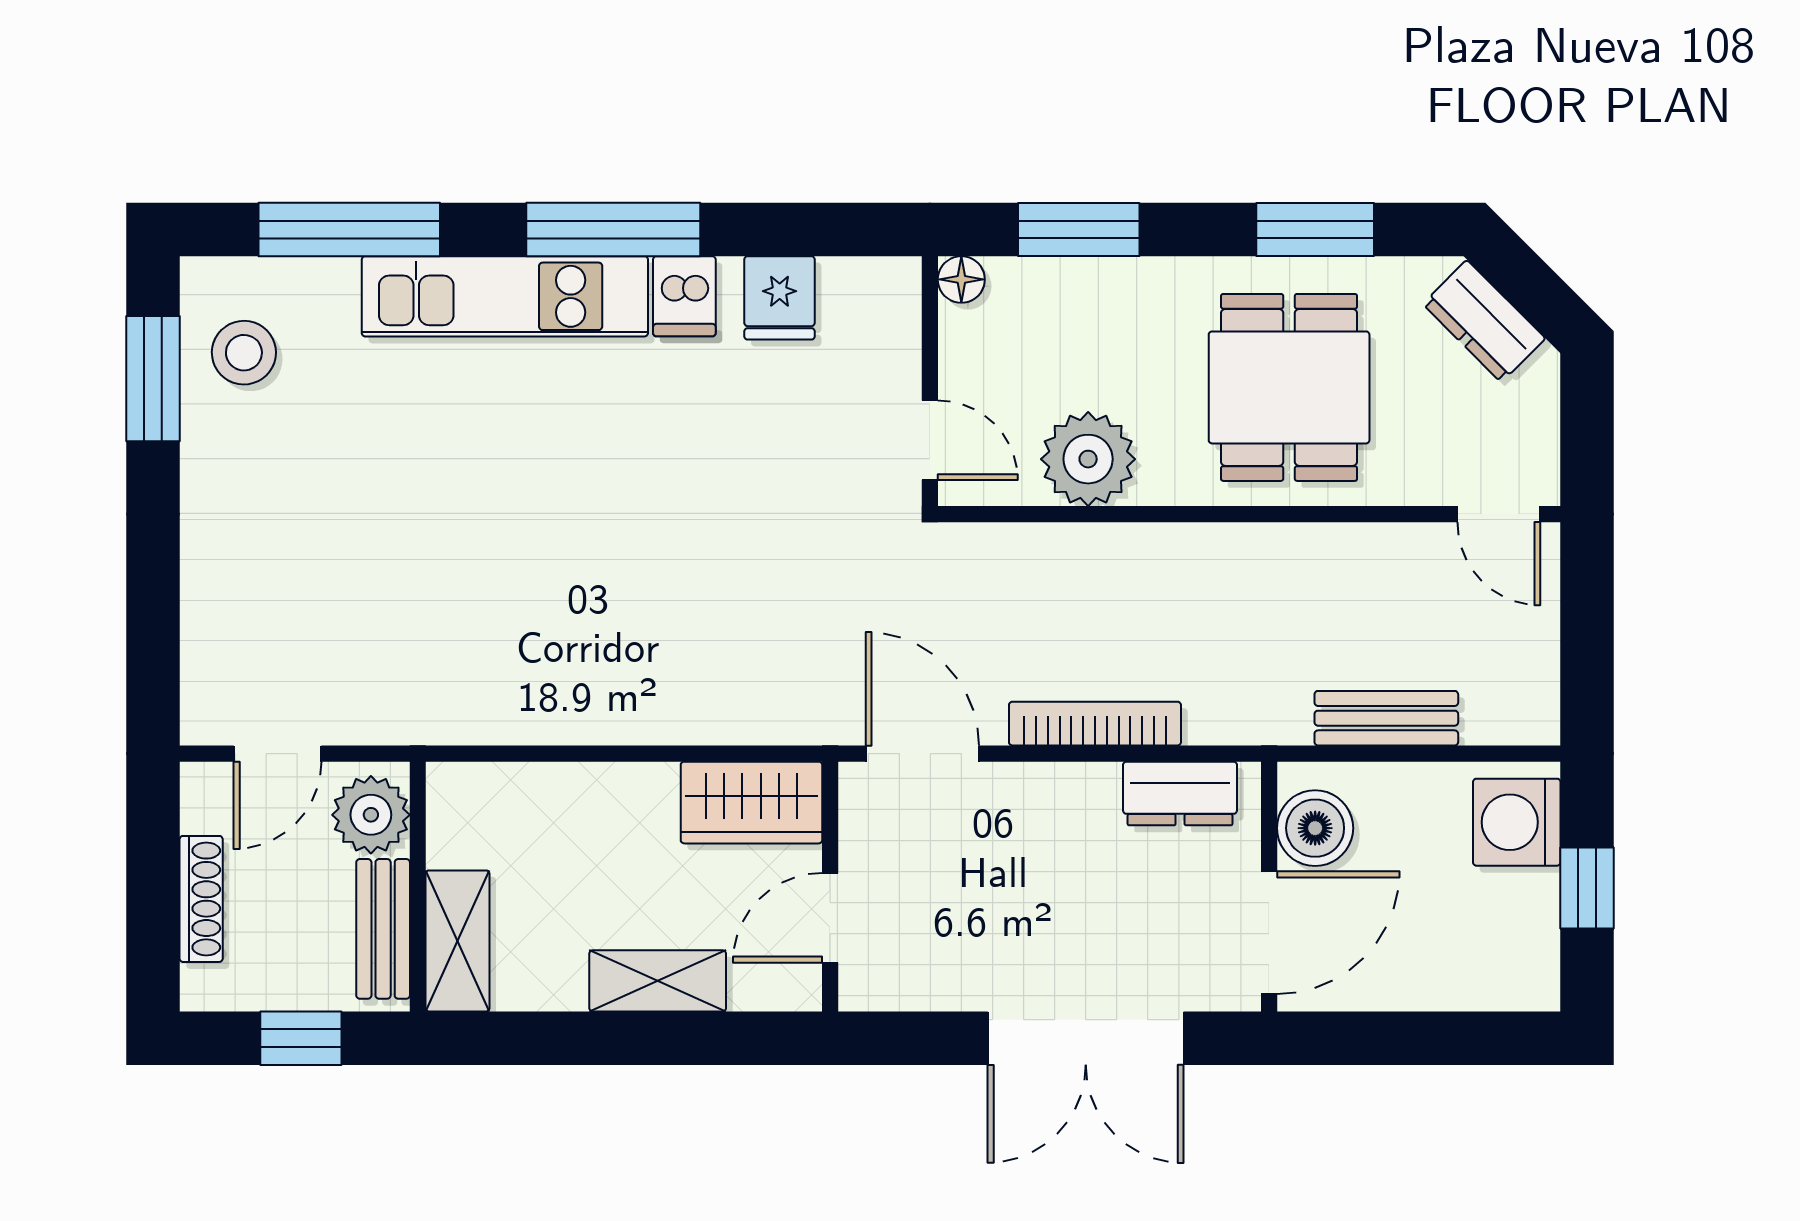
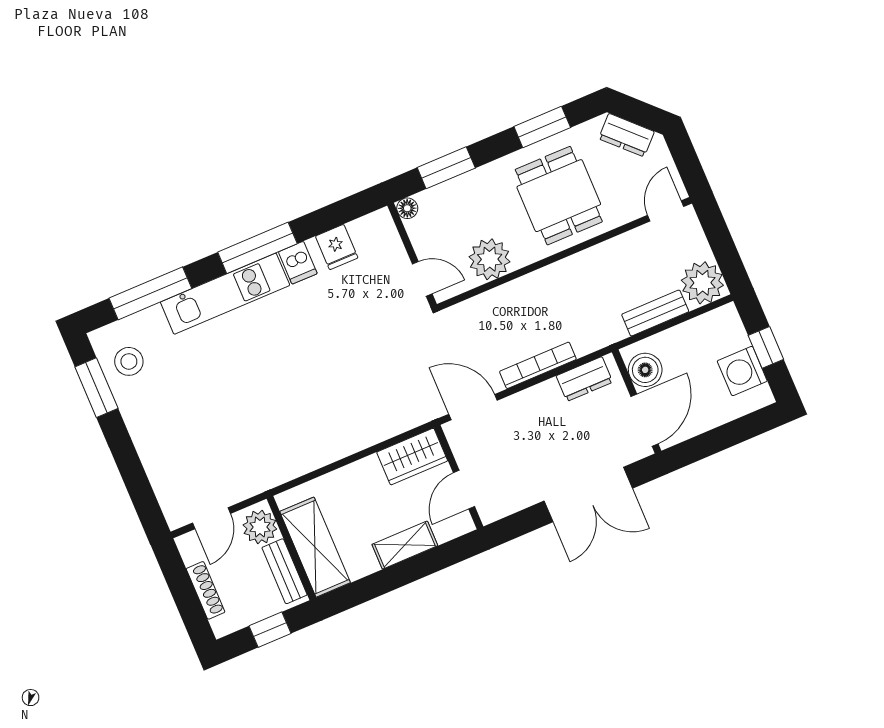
door: (1499, 514) -> (666, 211), swing flipped
plant: (1512, 697) -> (702, 283), added
washing machine: (1517, 822) -> (742, 371), moved
shelving: (458, 941) -> (315, 547), width x1.50, depth x1.33

